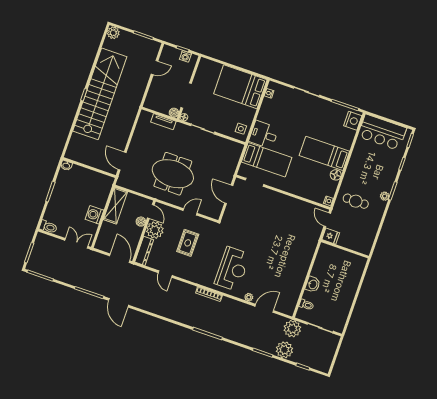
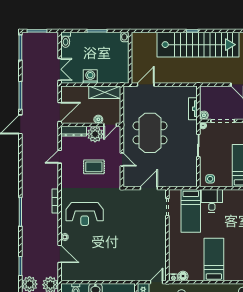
floor lamp: (336, 175) -> (183, 276), moved

